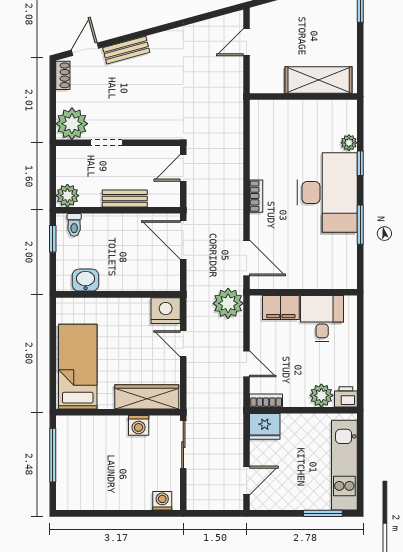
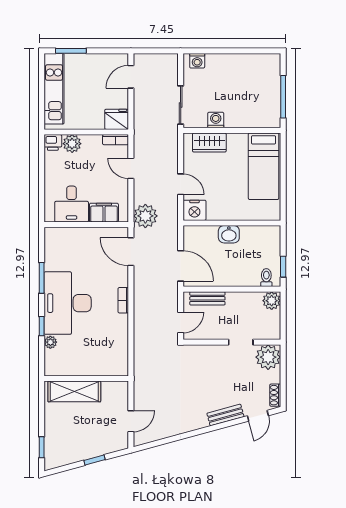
bench: (125, 198) -> (207, 298), moved
washbasin: (86, 280) -> (229, 234), moved
wardrobe: (147, 397) -> (209, 143), width x0.67

